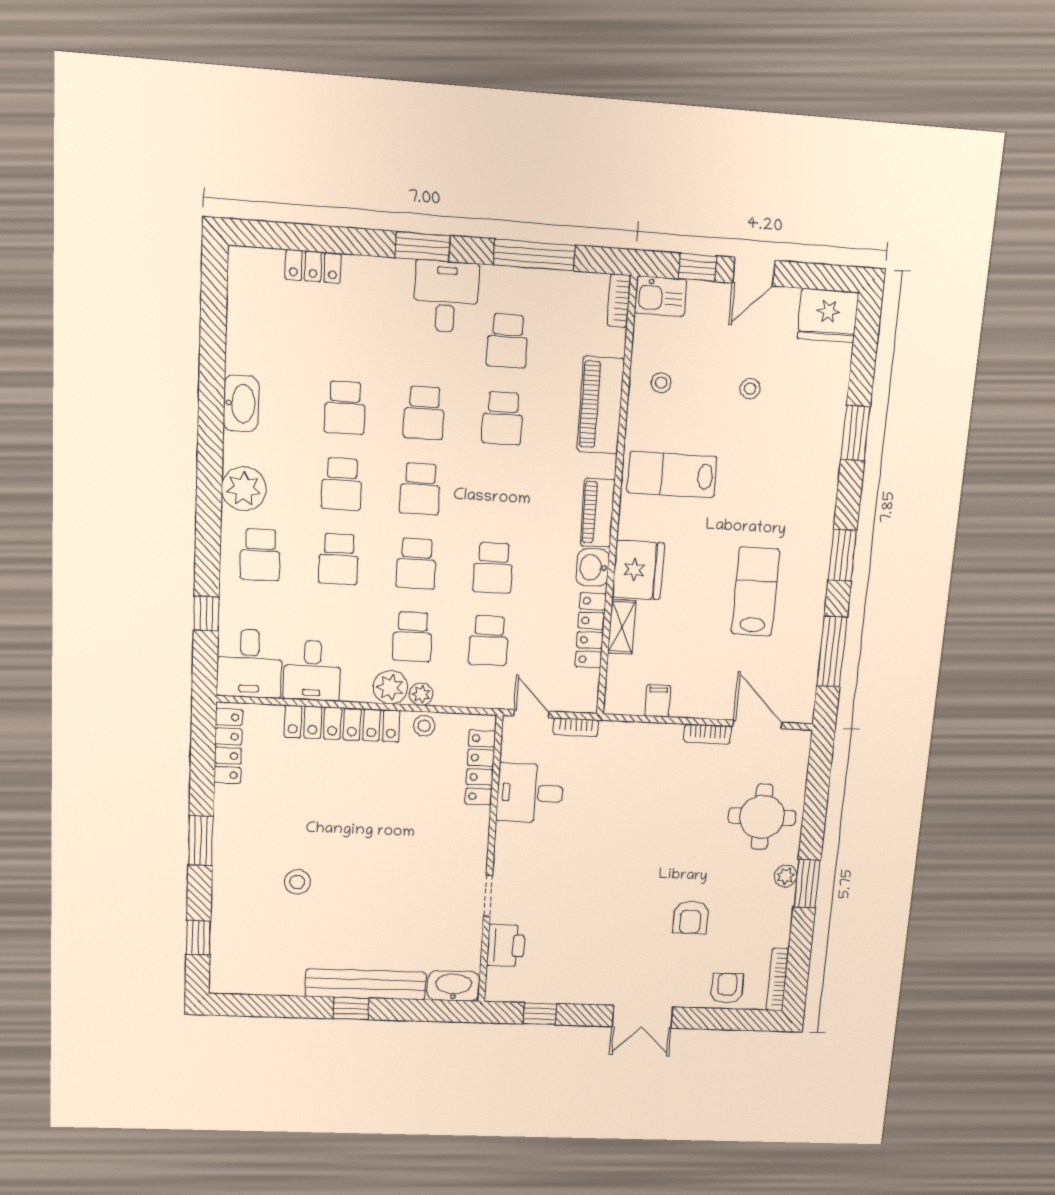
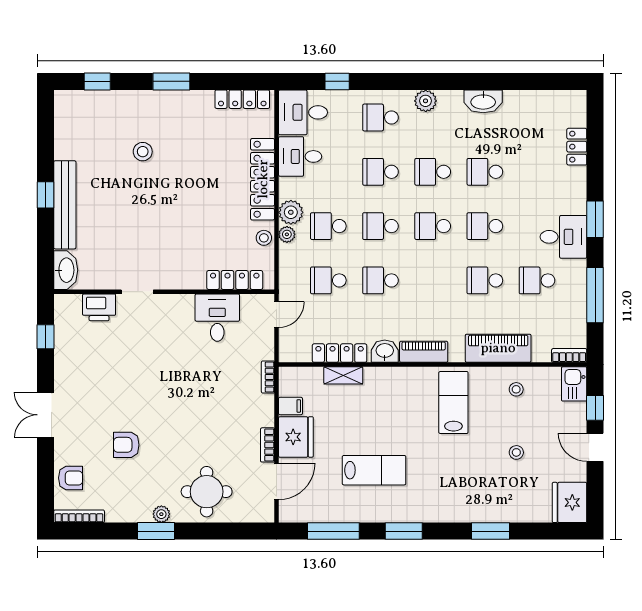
plant: (244, 489) -> (426, 101), width x0.73, depth x0.73
fridge: (638, 570) -> (296, 437), moved, turned -90
bookcase: (576, 727) -> (268, 377), moved

